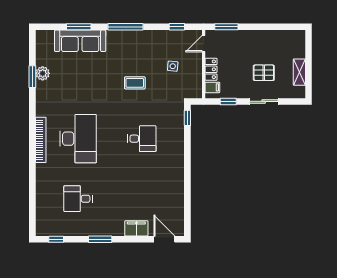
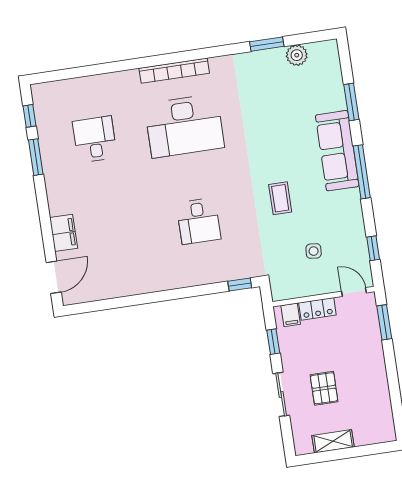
sofa: (80, 41) -> (337, 151), moved
plant: (43, 73) -> (297, 55), moved
window: (100, 239) -> (36, 157), moved

